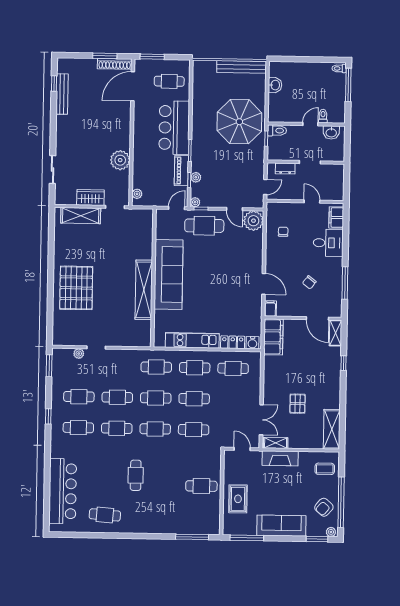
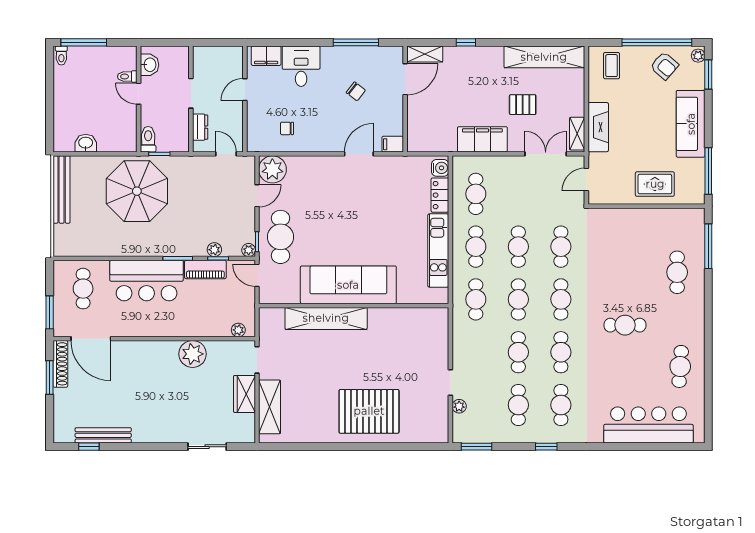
shelving: (144, 290) -> (326, 318), moved
filing cabinet: (273, 337) -> (482, 139), moved
shelving: (332, 429) -> (544, 57), width x1.47
cafe table: (201, 486) -> (677, 272), moved

